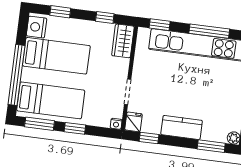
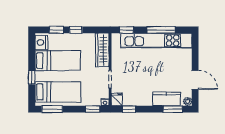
window: (105, 18) -> (76, 30), moved
wardrobe: (123, 41) -> (102, 50), width x1.50
window: (16, 75) -> (32, 77), width x0.32
kitchen counter: (182, 127) -> (167, 99), moved
window: (75, 128) -> (93, 109), moved

